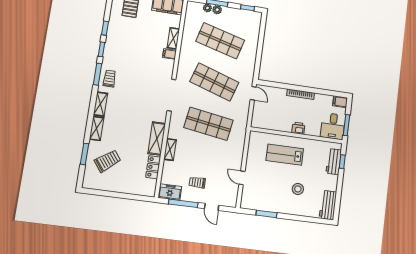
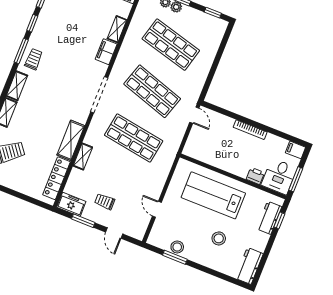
filing cabinet: (169, 54) -> (106, 52), width x2.00
printer: (298, 128) -> (255, 176), moved
lab bench: (285, 155) -> (213, 195), width x1.36, depth x1.39
locker: (153, 167) -> (56, 178), width x1.53
window: (183, 203) -> (83, 221), width x0.69
stool: (266, 205) -> (177, 247), added

